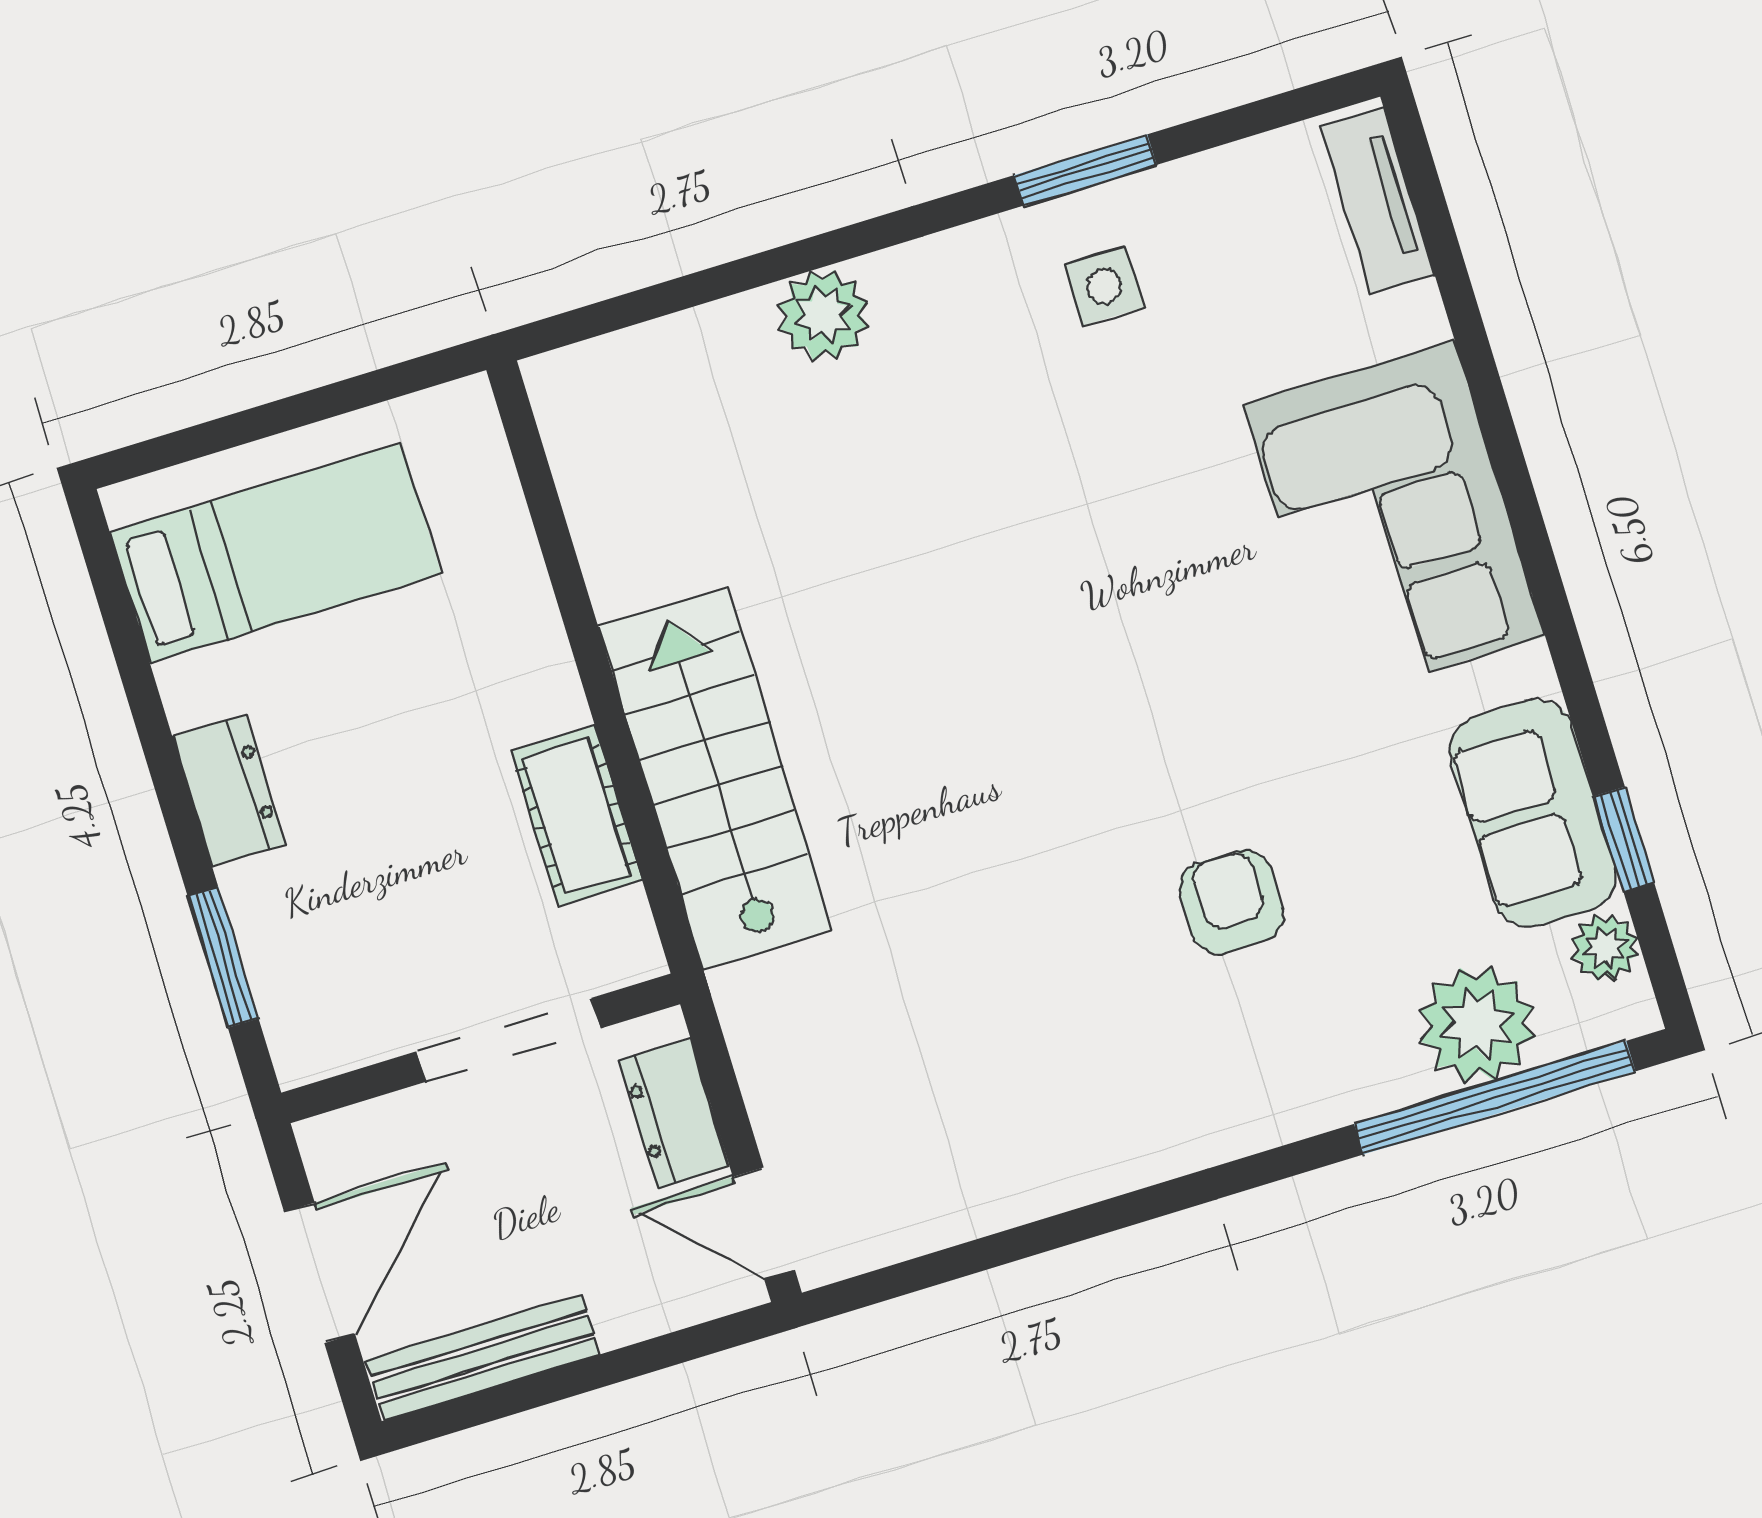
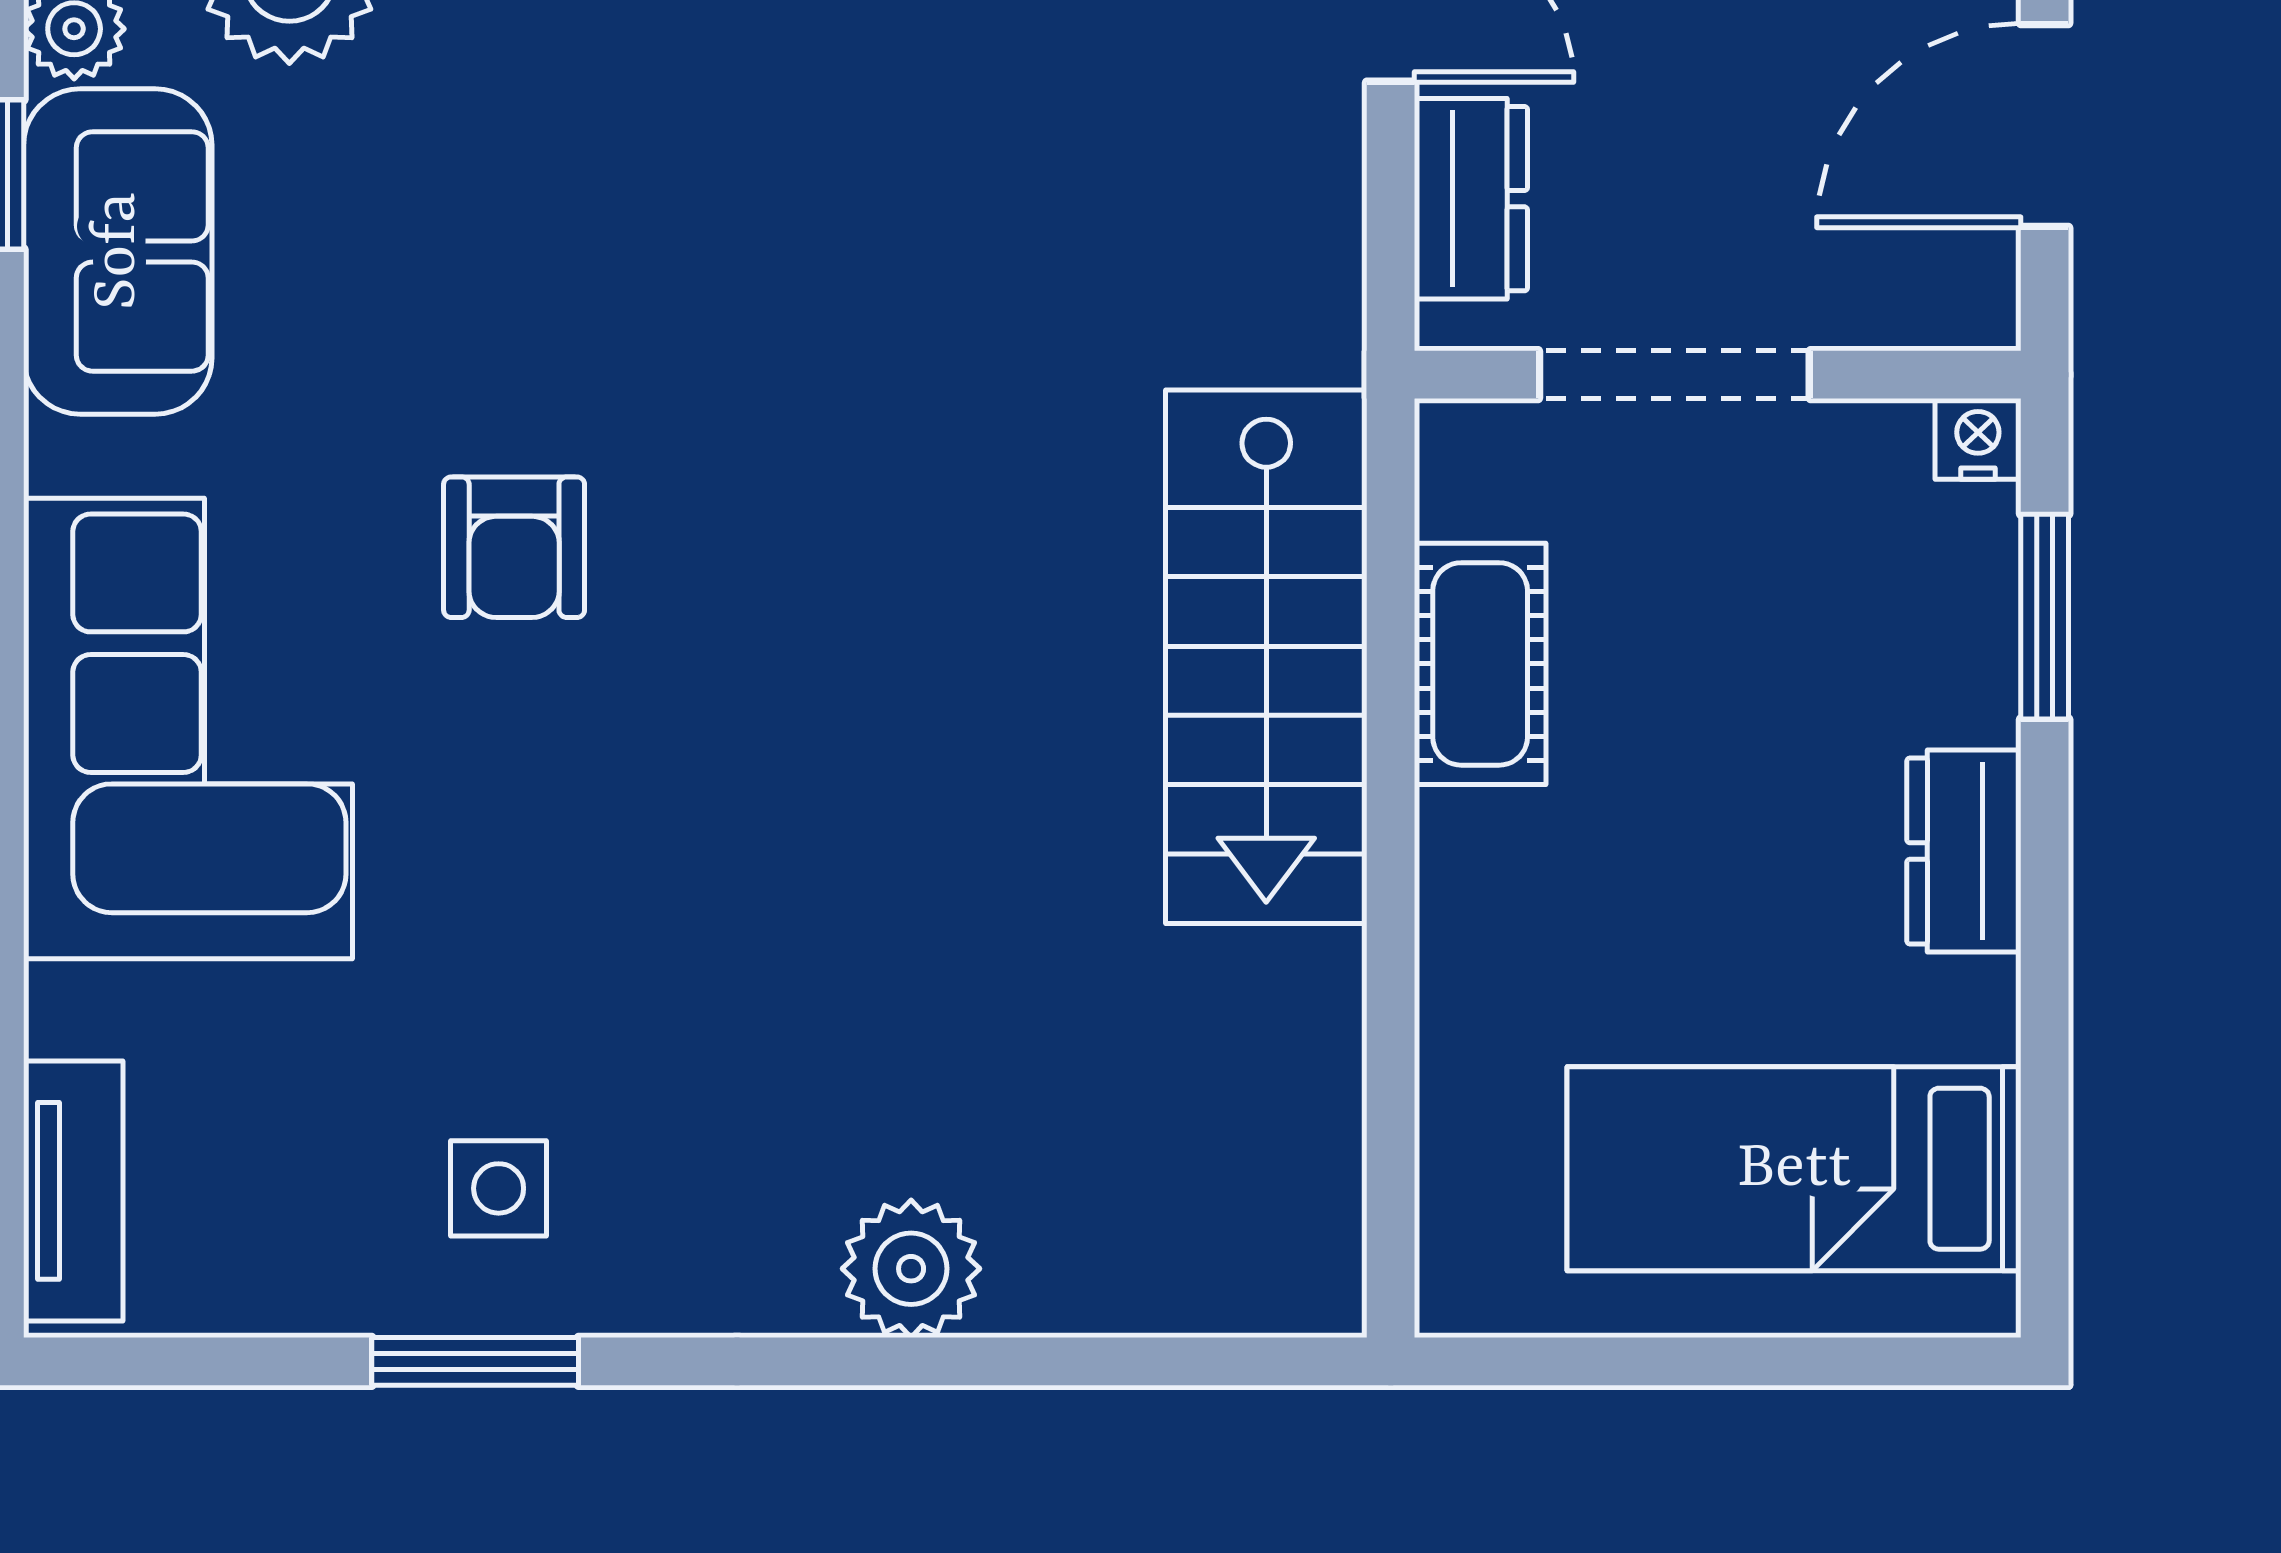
armchair: (1231, 902) -> (514, 547), moved
nightstand: (301, 1058) -> (1978, 439), added

